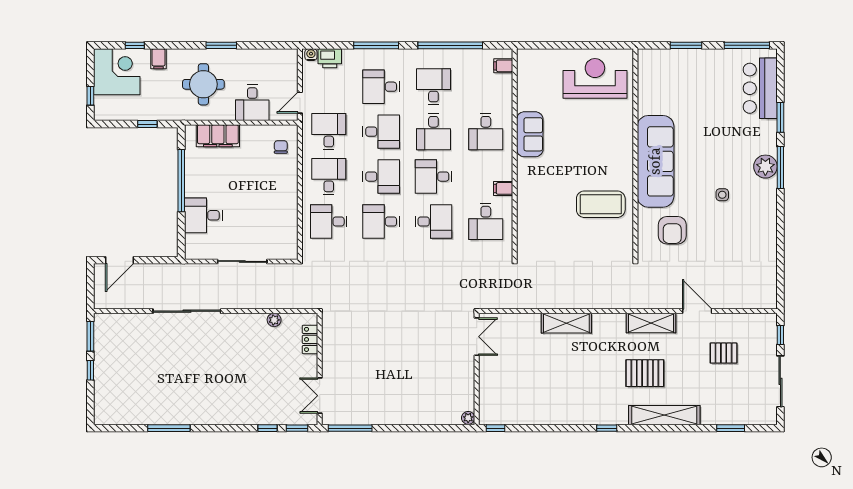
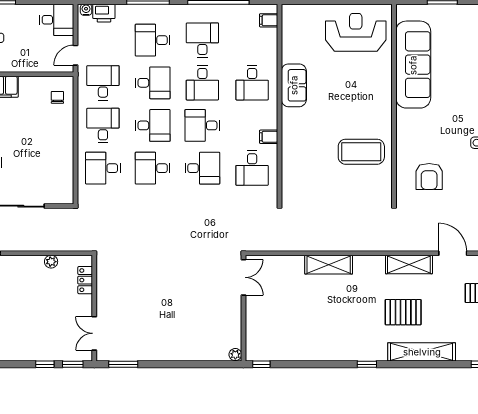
desk: (252, 103) -> (57, 20), moved, turned -90
sofa: (656, 161) -> (413, 65), moved
window: (350, 428) -> (123, 364), width x0.69

